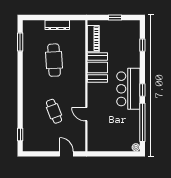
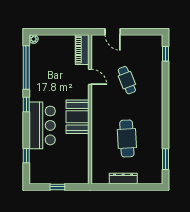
piano: (93, 39) -> (82, 50), moved
booth: (97, 68) -> (78, 117), moved
bar counter: (128, 89) -> (42, 125), moved

